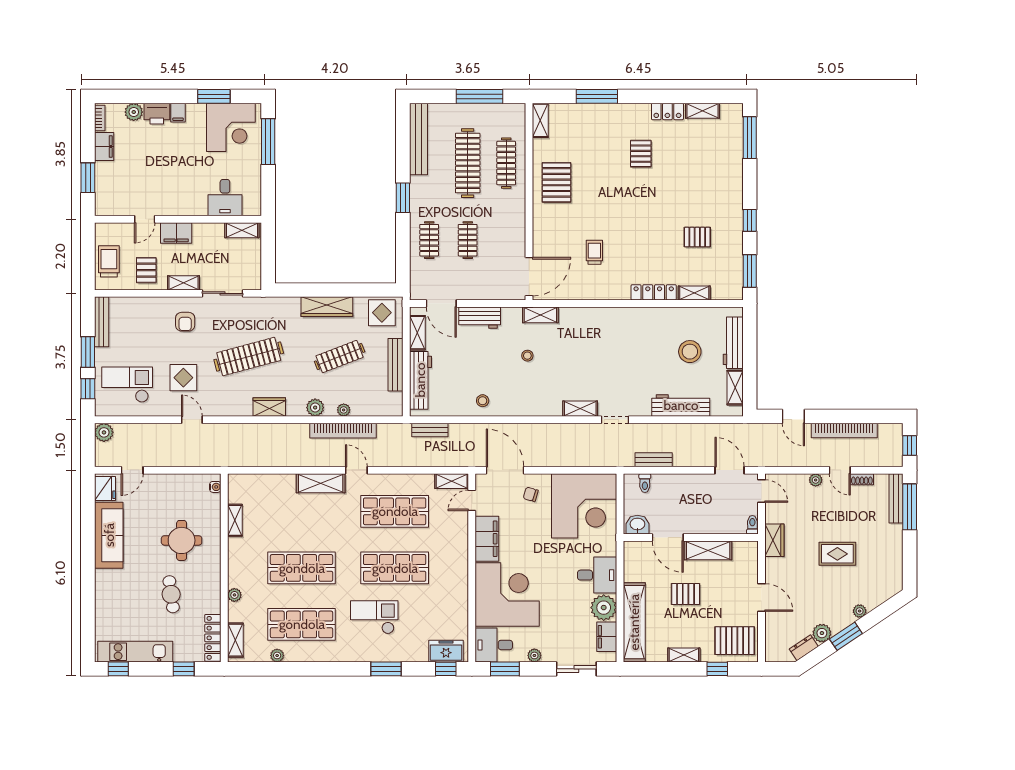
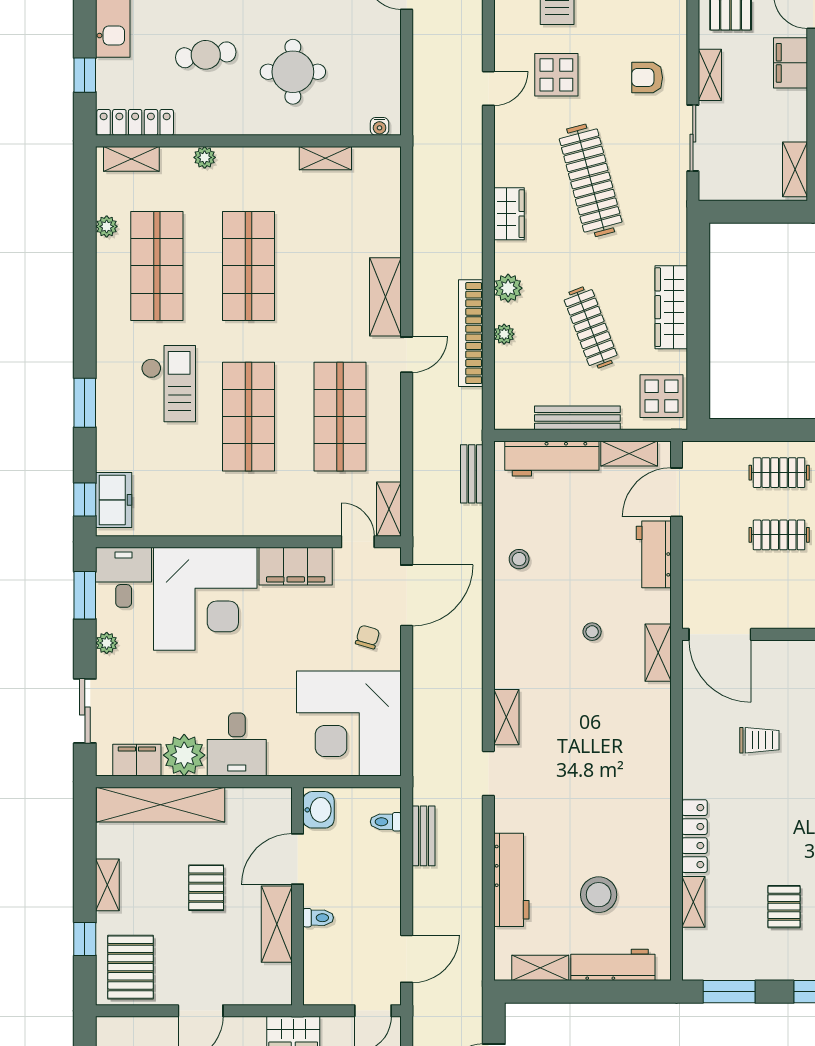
toilet: (752, 525) -> (318, 918), moved

